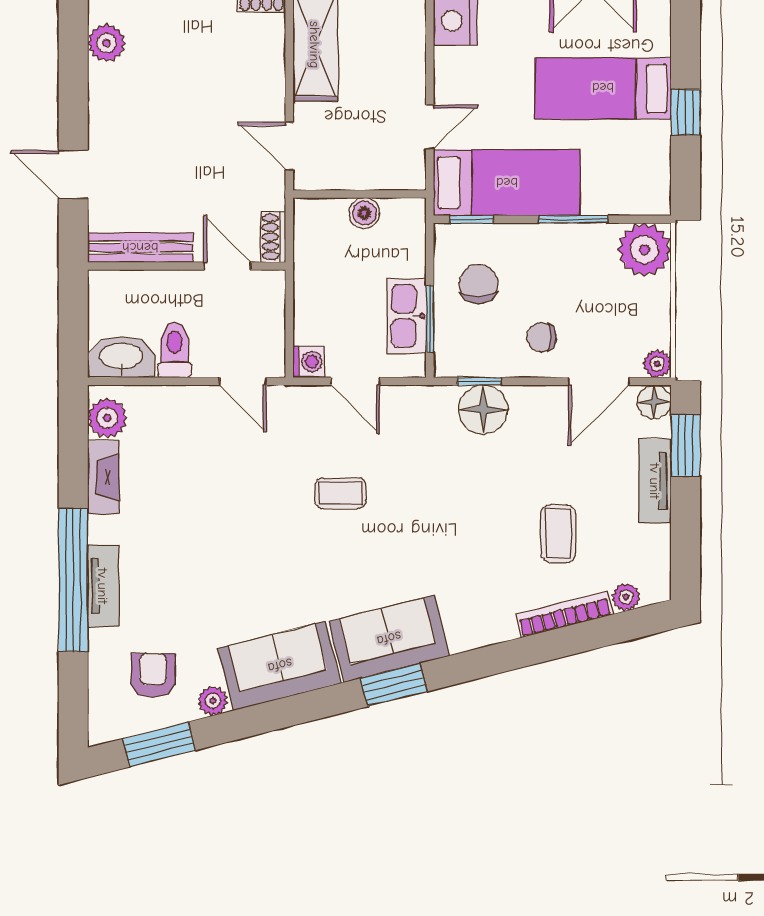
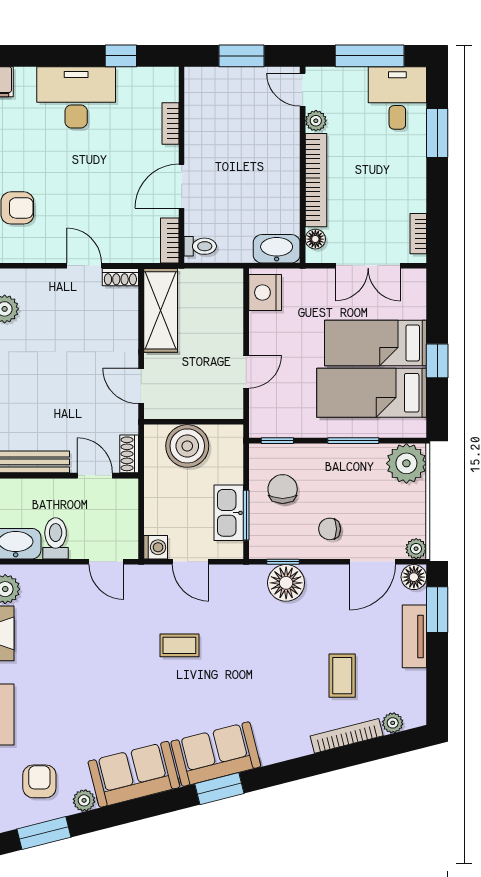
bed: (507, 183) -> (372, 393), moved, turned 180
boiler: (364, 213) -> (187, 446), width x1.86, depth x1.86

